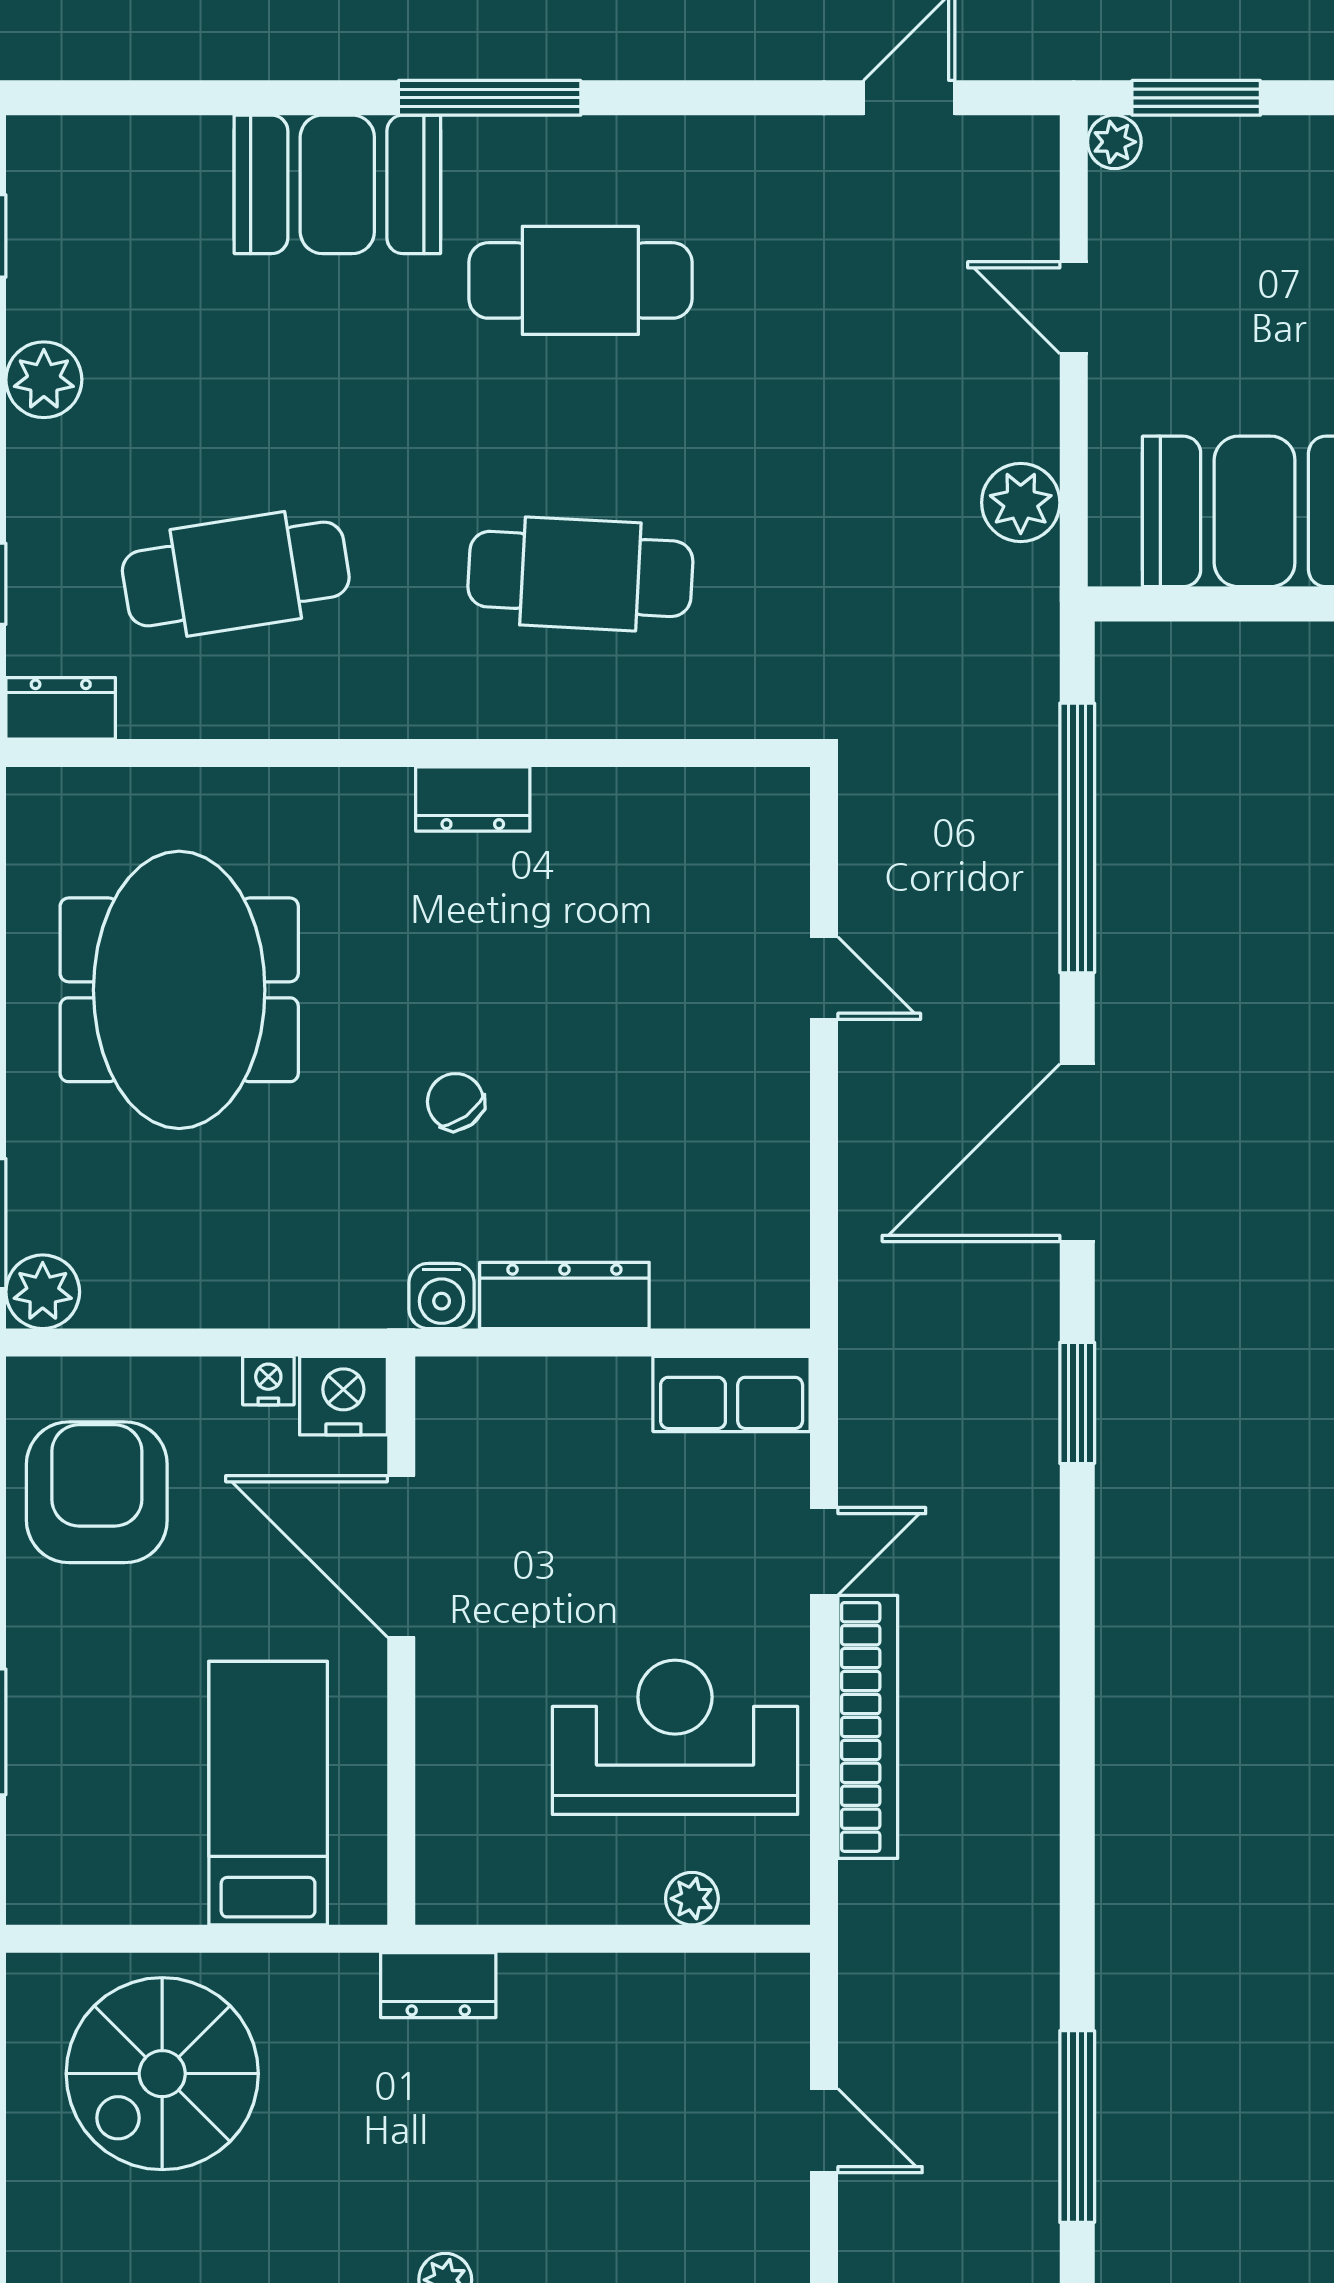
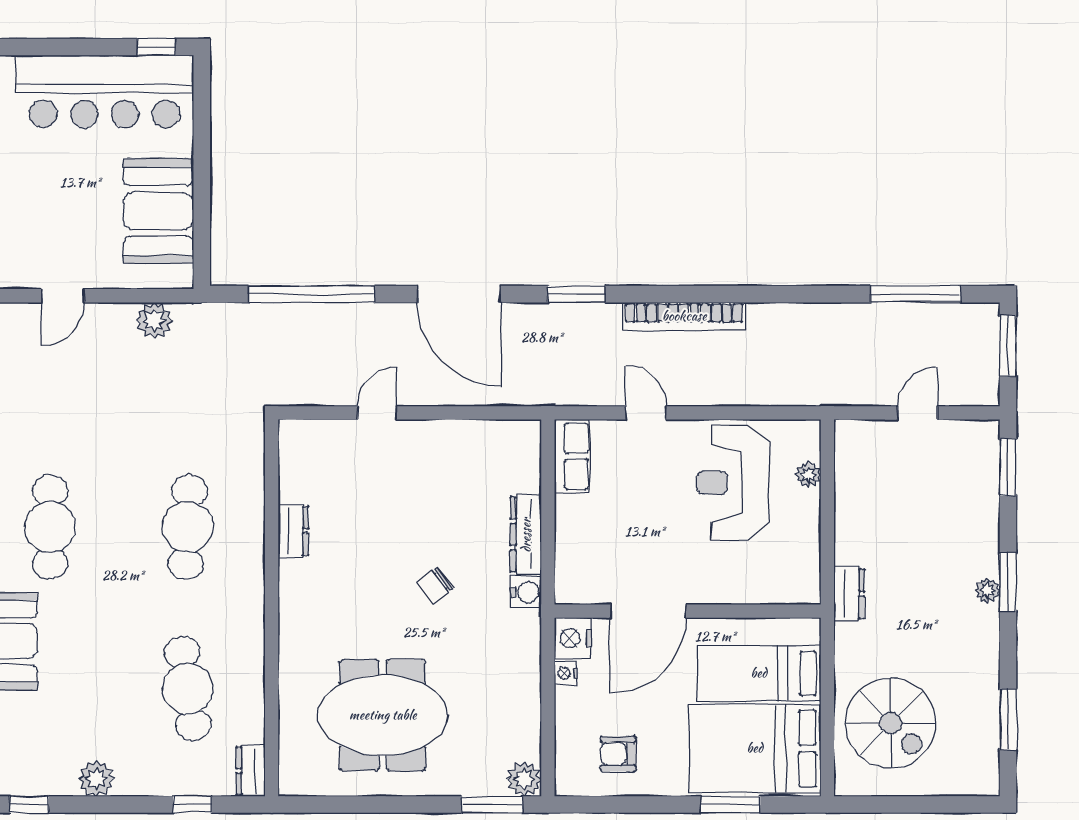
dresser: (473, 799) -> (293, 531), moved
armchair: (97, 1492) -> (618, 754), width x0.53, depth x0.53
bookcase: (868, 1727) -> (684, 316), moved, turned 180
bed: (108, 1784) -> (755, 748), added

